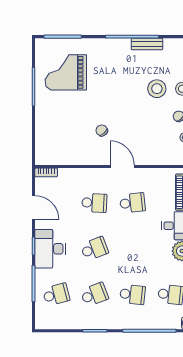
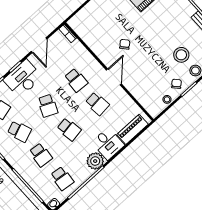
school desk: (94, 249) -> (48, 106), turned 45
school desk: (133, 249) -> (69, 129), added

